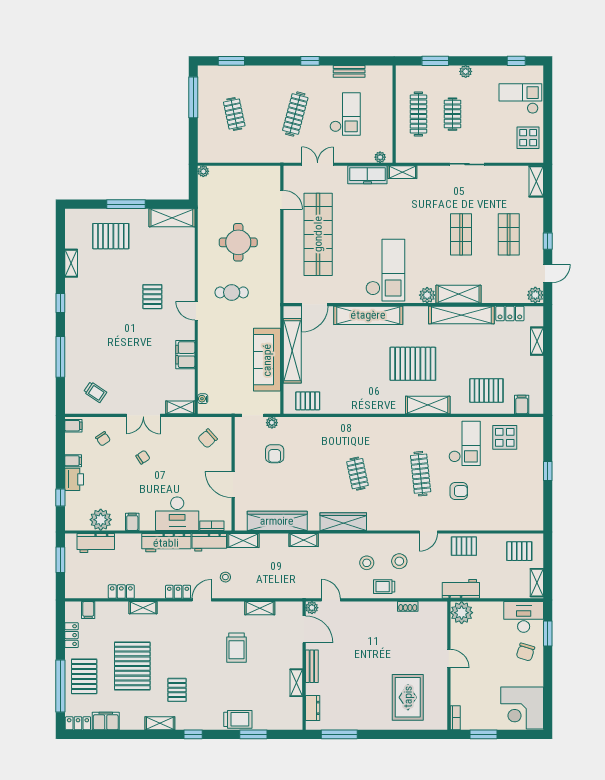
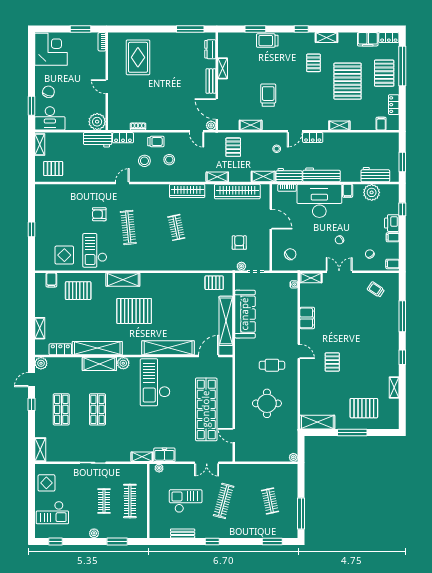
checkout: (345, 114) -> (186, 501), turned 90
freezer: (367, 175) -> (164, 455), width x0.71
desk: (177, 514) -> (319, 201), width x1.36, depth x1.30
pallet: (464, 546) -> (233, 147), moved, turned 90
locker: (121, 592) -> (123, 138), moved

